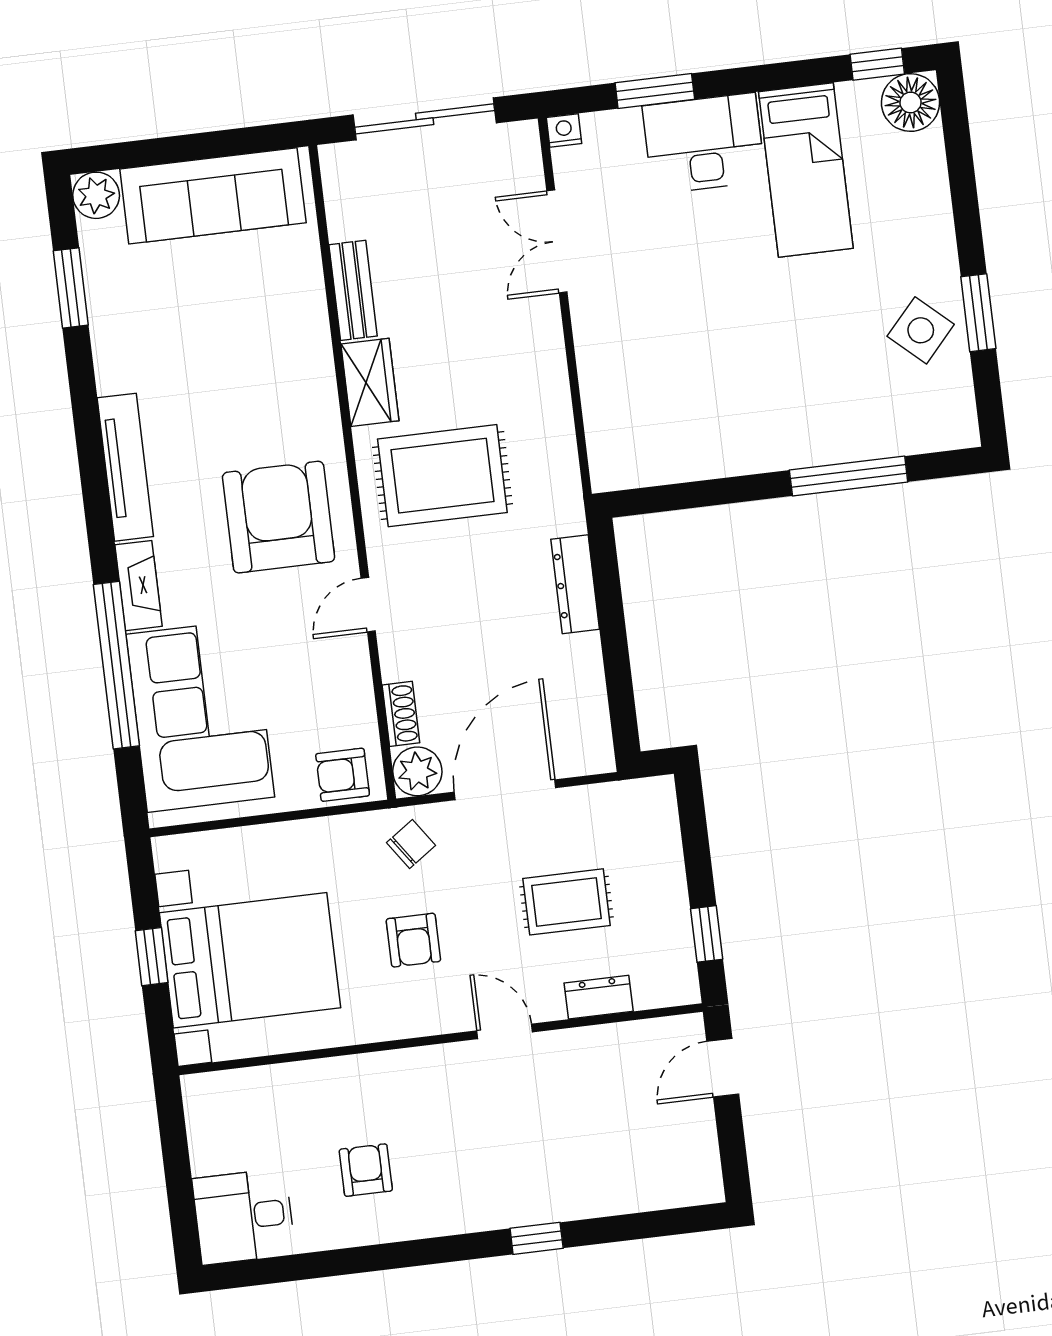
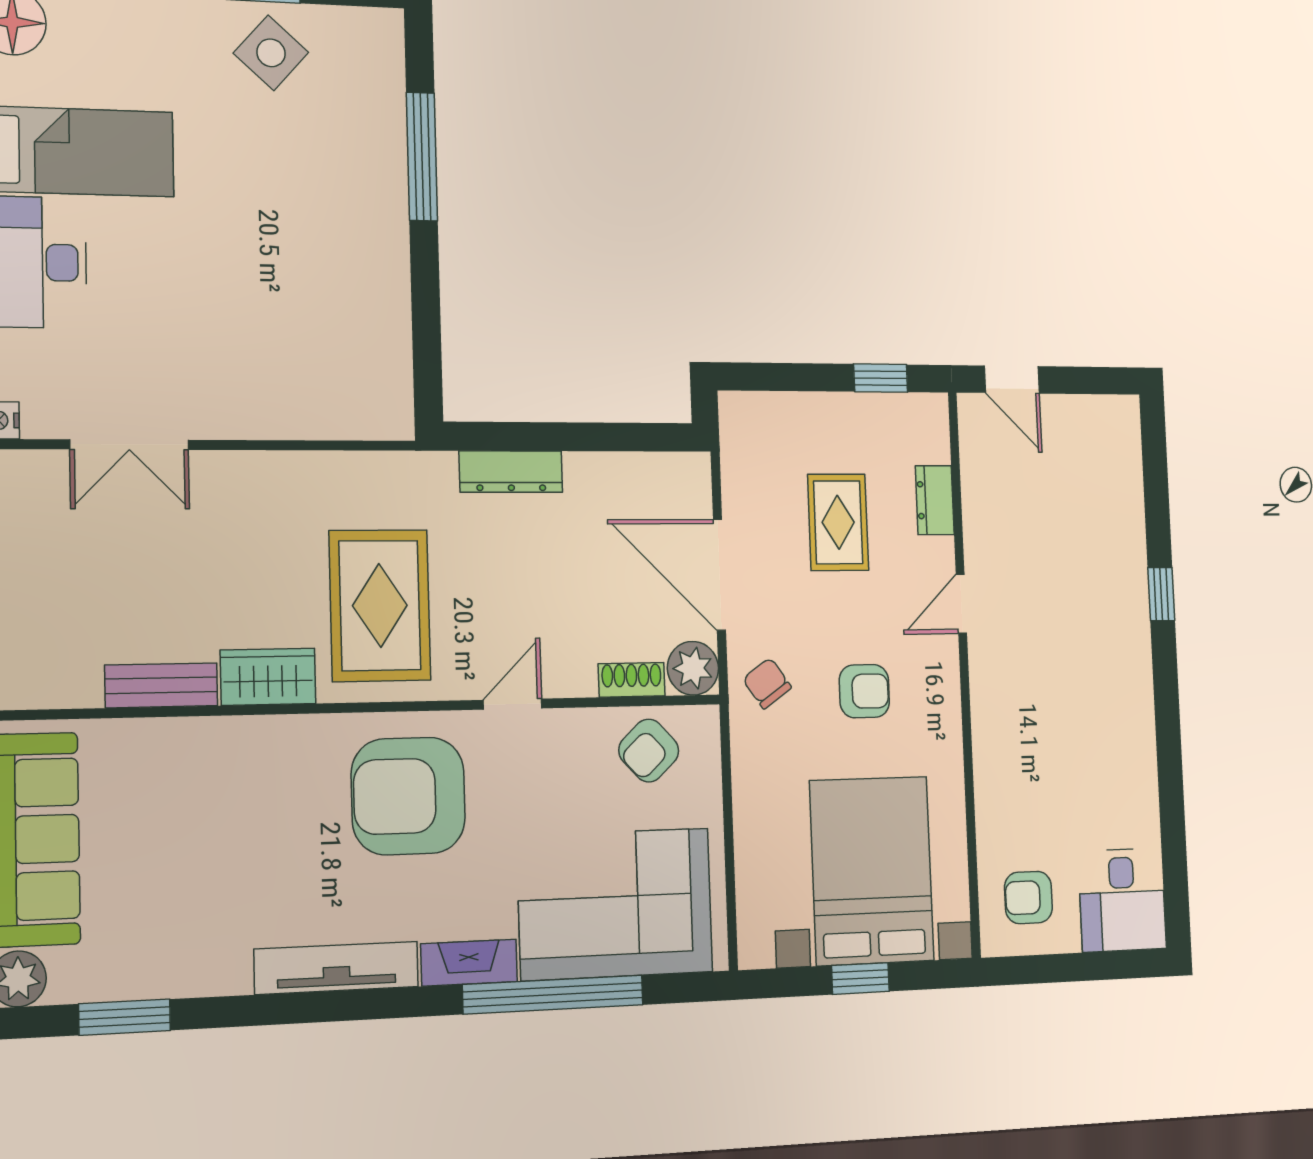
door: (368, 605) -> (513, 704), swing flipped
armchair: (343, 775) -> (649, 751), moved, turned 47
armchair: (366, 1170) -> (1028, 898), moved

